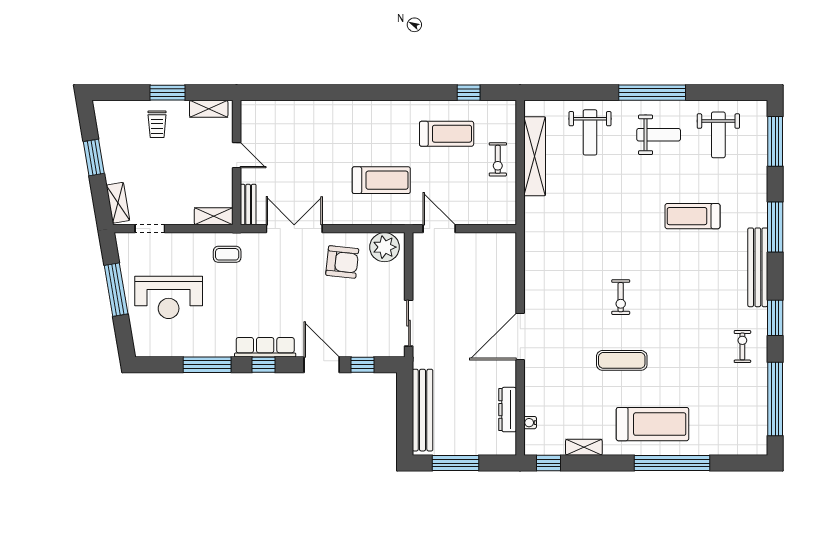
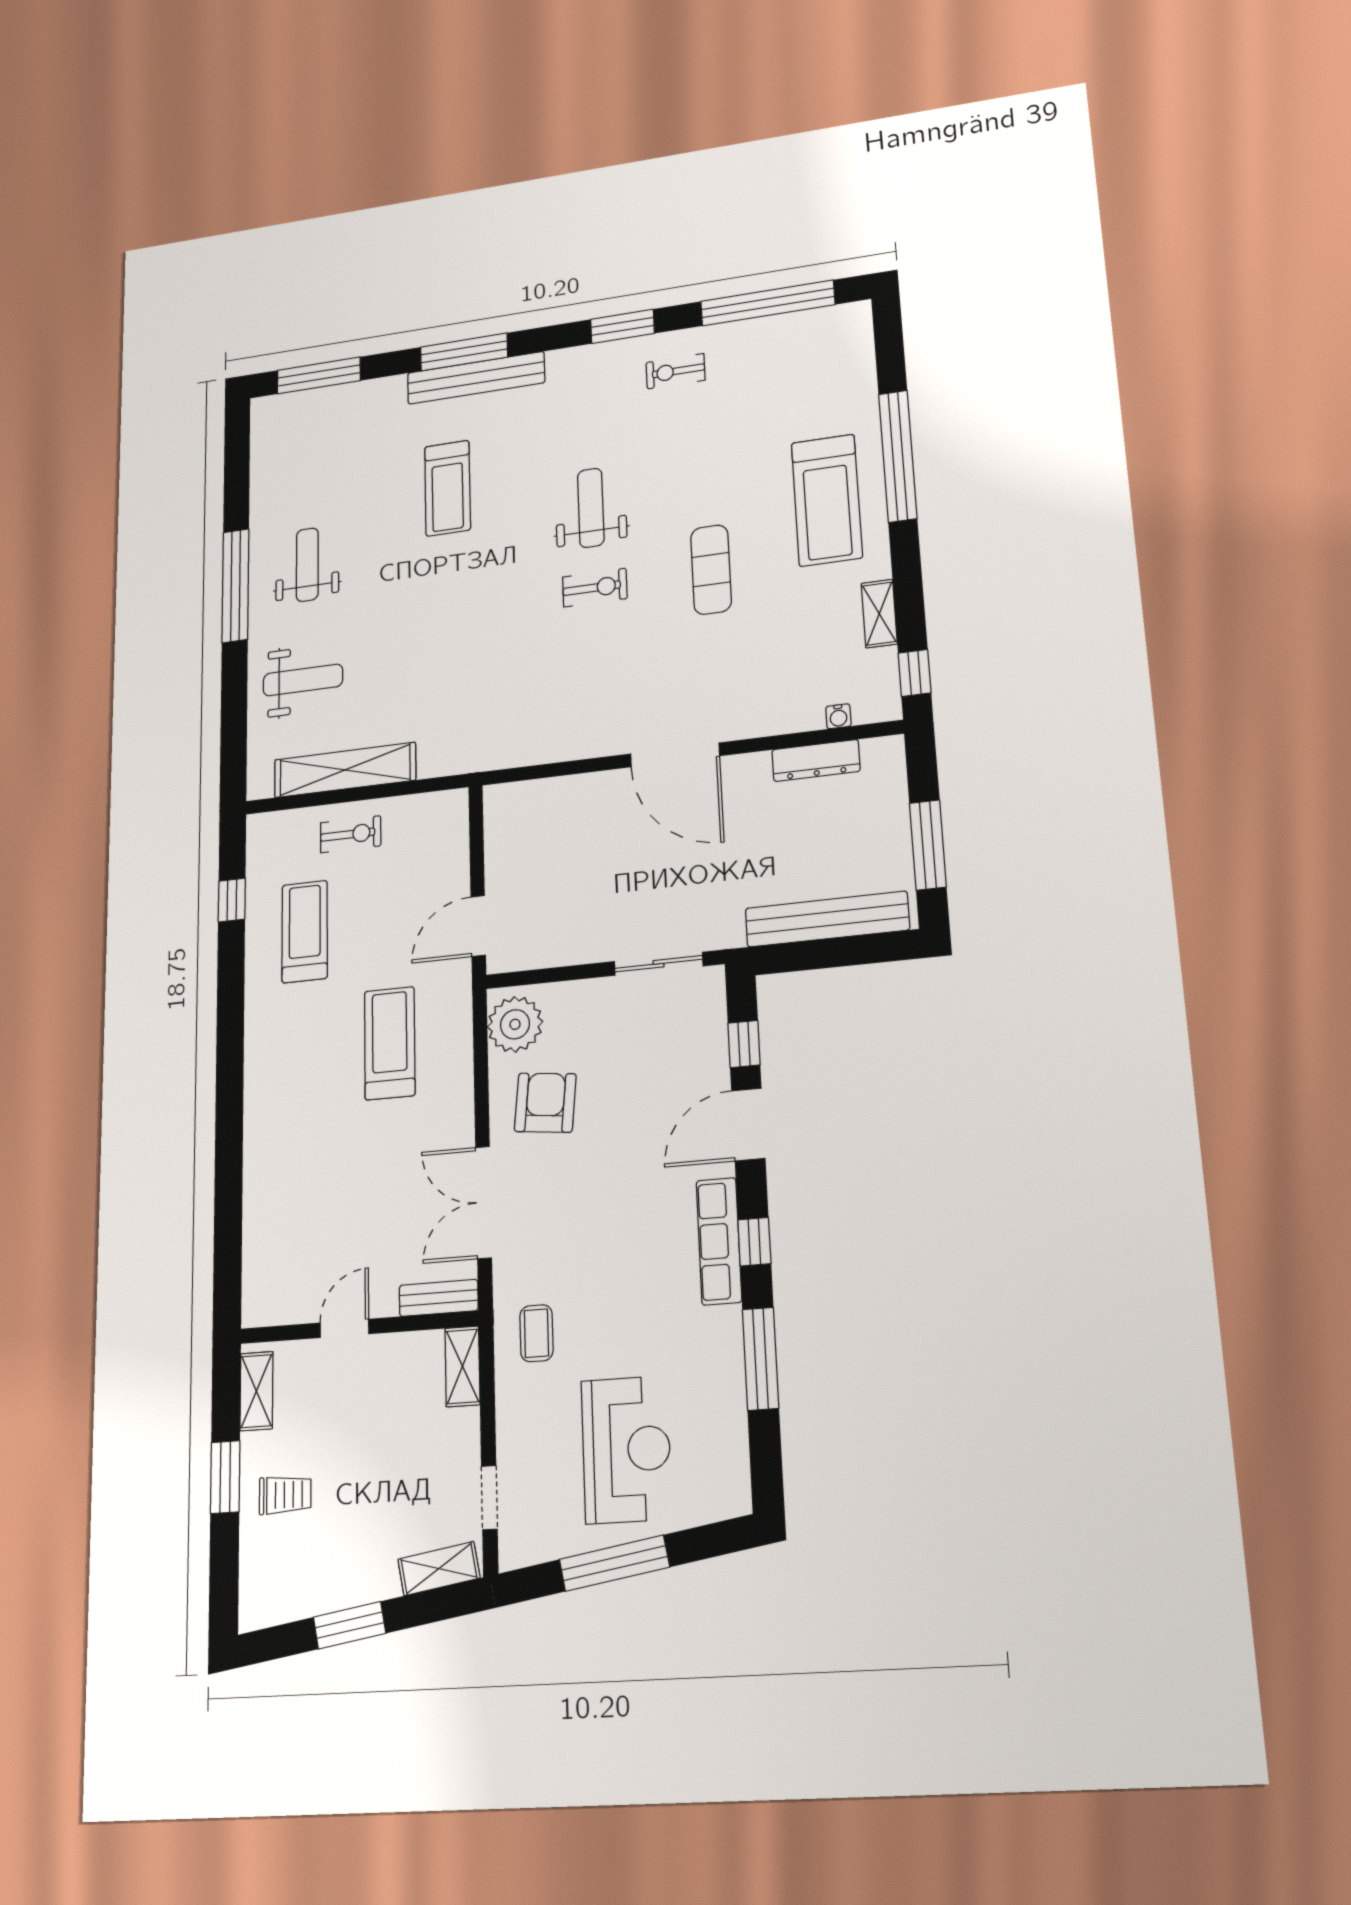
weight bench: (718, 135) -> (591, 508), moved, turned -90
bench: (758, 267) -> (476, 378), moved
treadmill: (652, 424) -> (827, 500), turned 180

